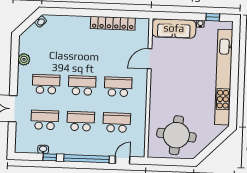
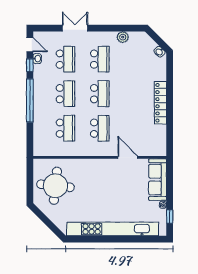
locker: (113, 23) -> (160, 103), moved
door: (123, 160) -> (30, 45), moved

